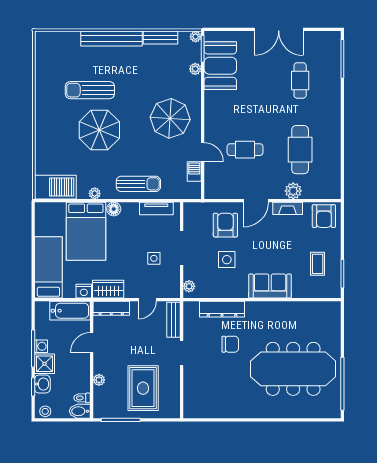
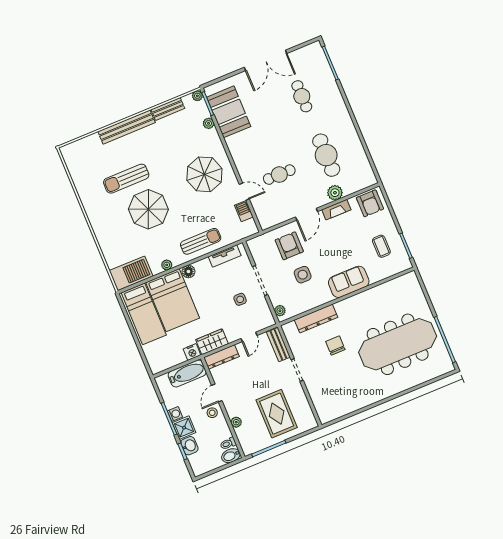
bed: (48, 267) -> (144, 314), moved, turned 180
chair: (230, 344) -> (335, 345), turned -90
stool: (45, 411) -> (212, 413), moved

